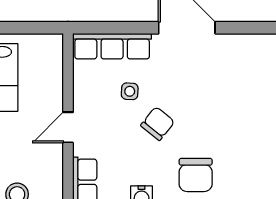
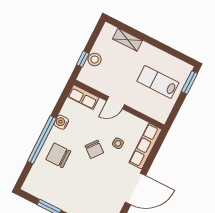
door: (68, 127) -> (115, 103), swing flipped

